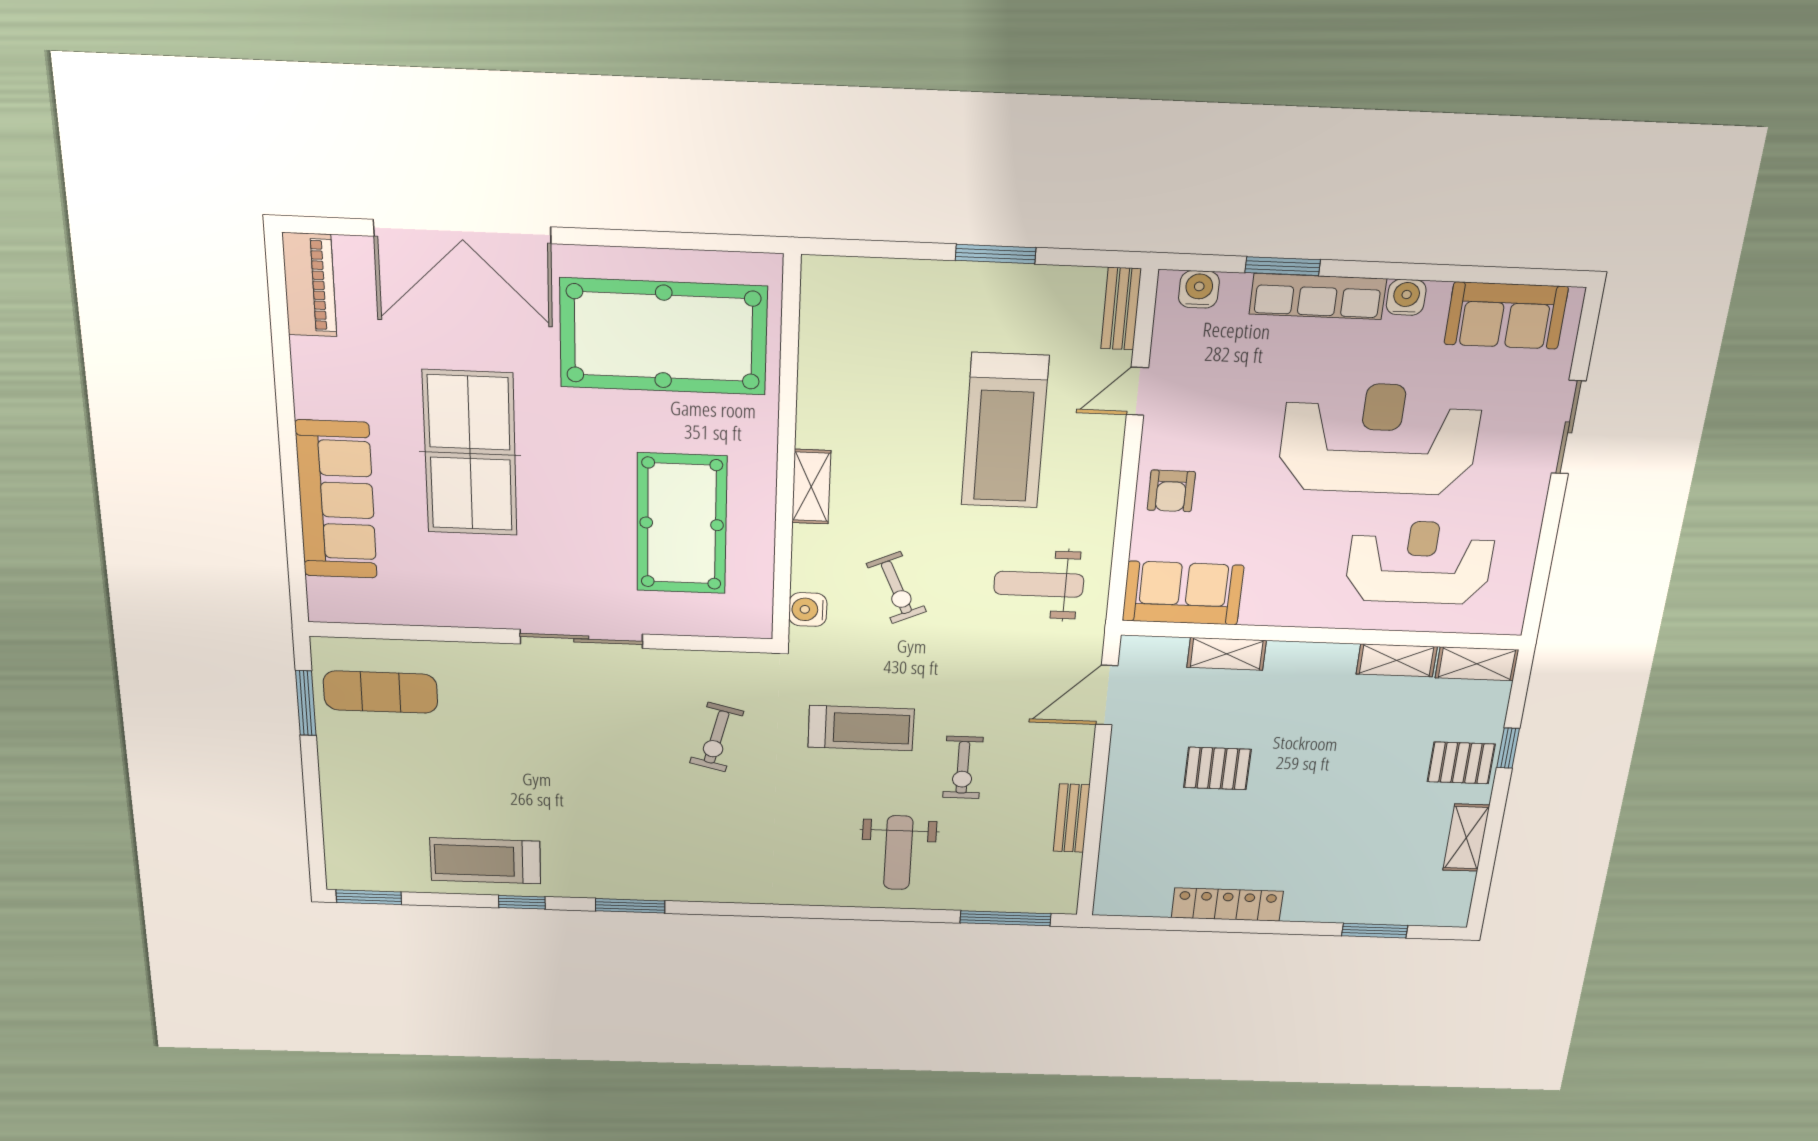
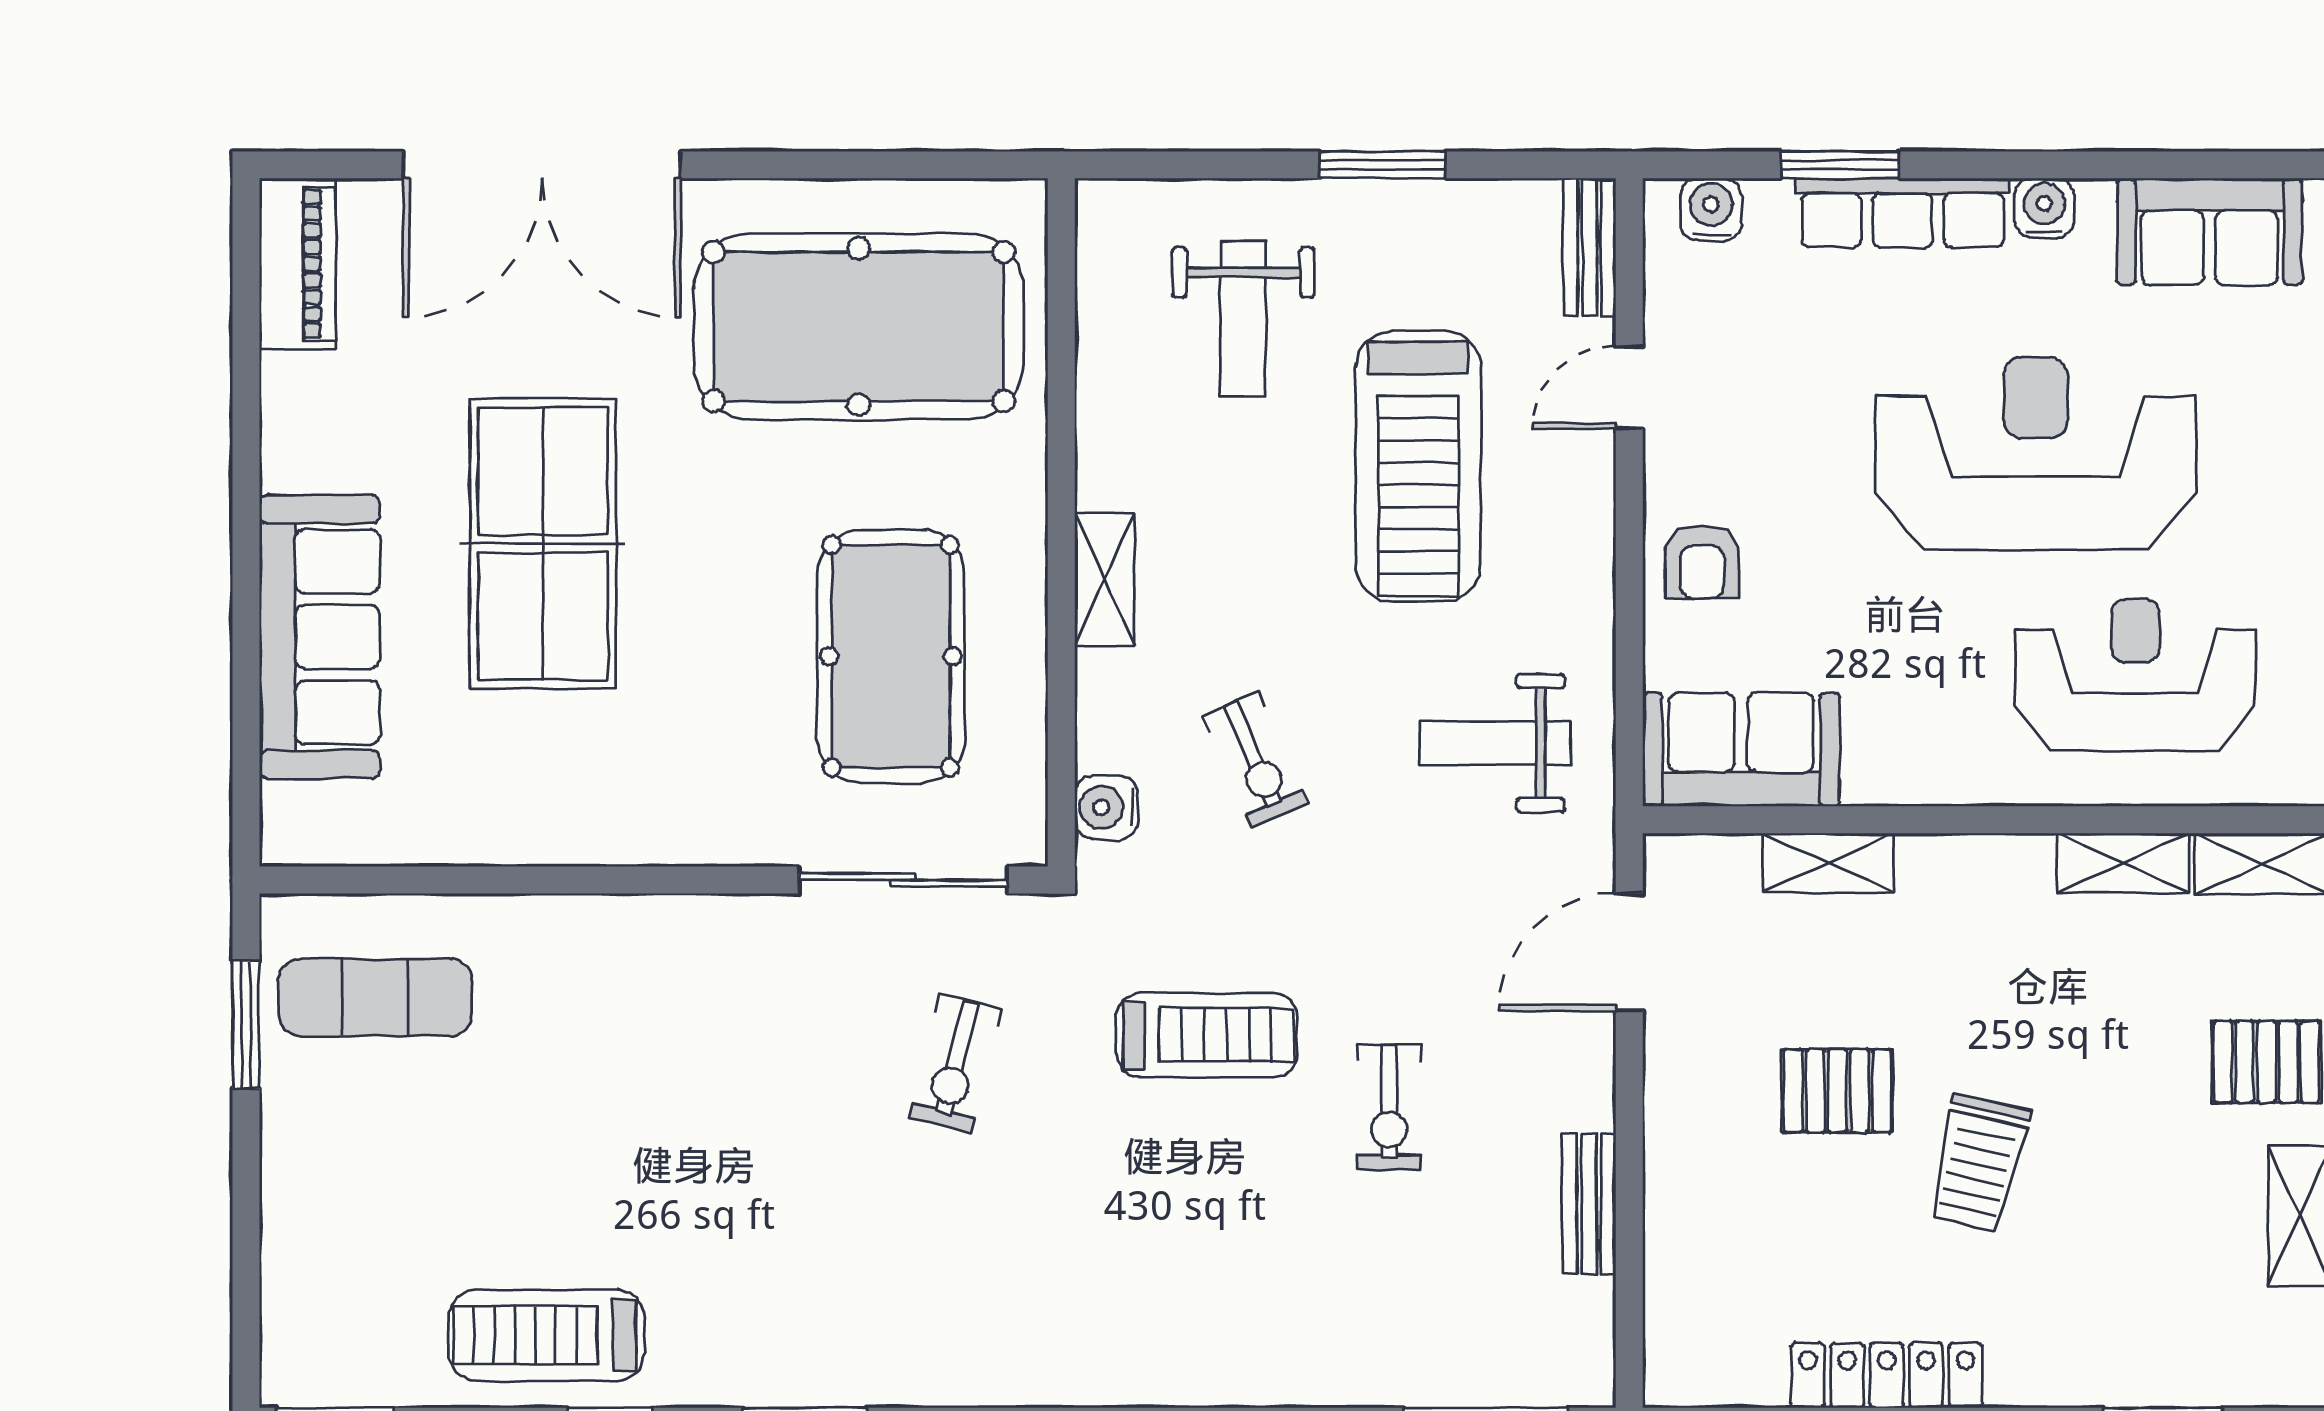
sliding door: (581, 639) -> (903, 880), moved
trolley: (1292, 806) -> (1979, 1163), added
weight bench: (898, 853) -> (1243, 319), moved

